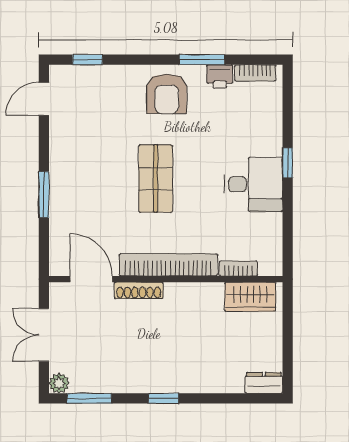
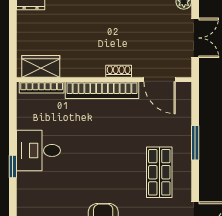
shop shelf: (156, 179) -> (159, 172), moved
bookcase: (238, 268) -> (42, 88), width x1.56
shoe rack: (139, 290) -> (119, 71), width x0.70

